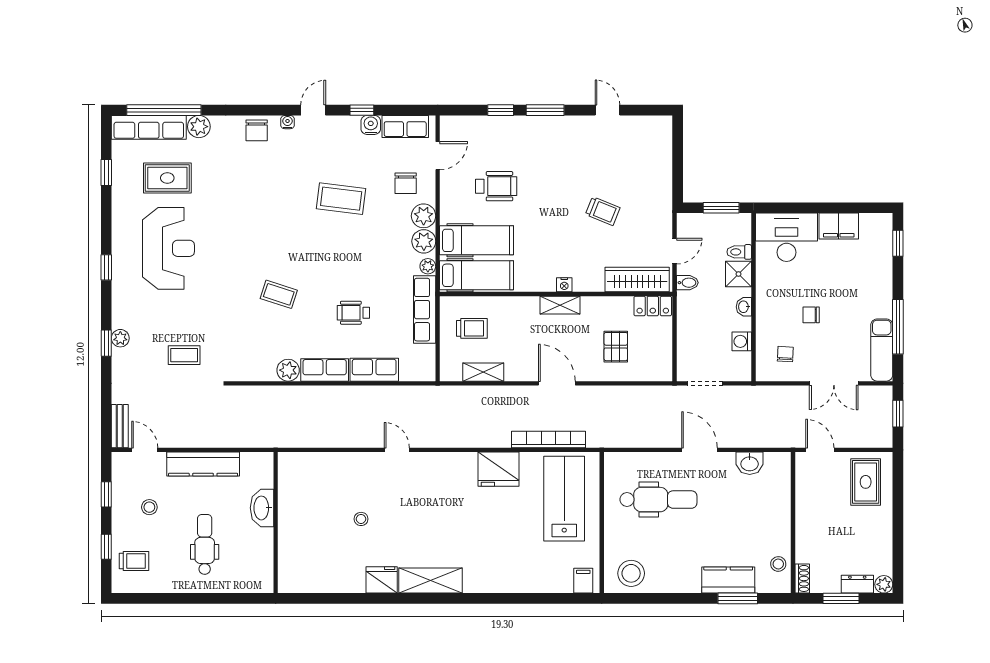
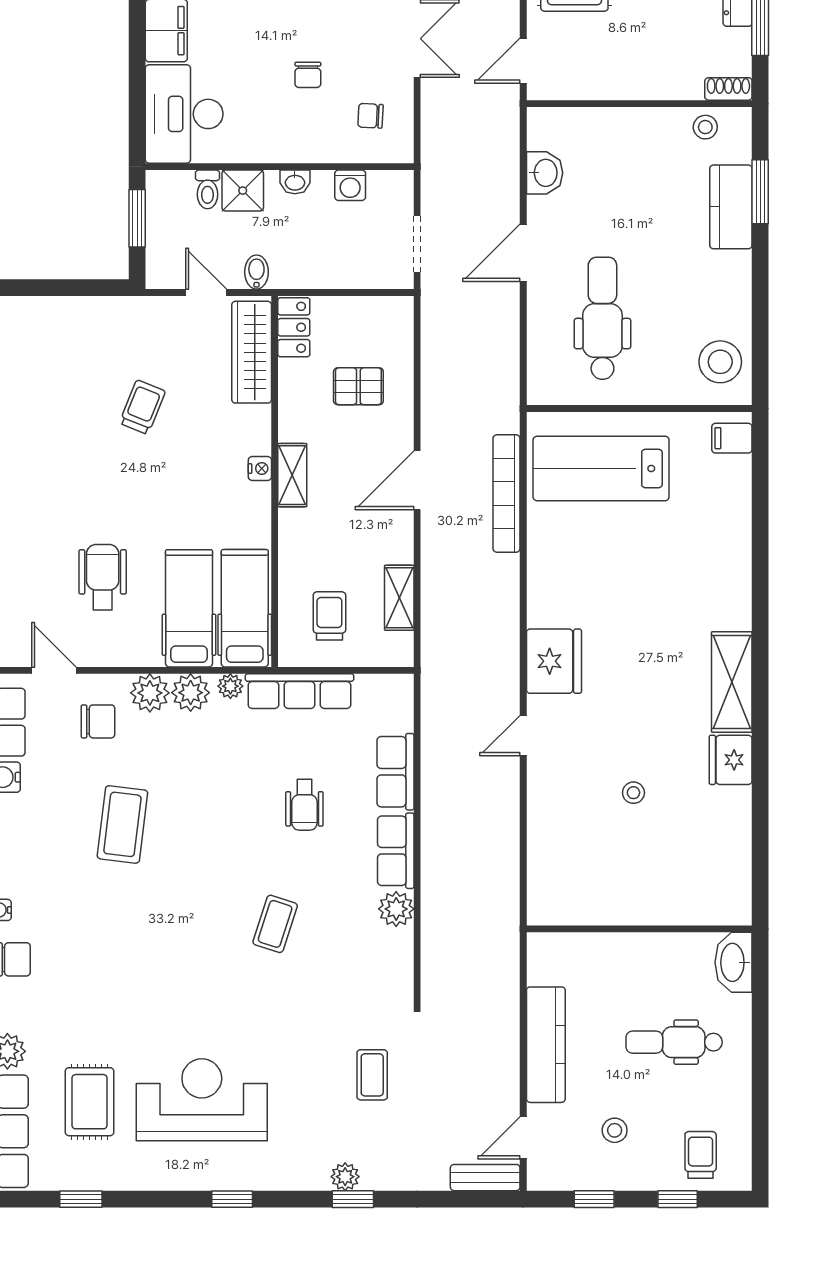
fridge: (498, 469) -> (554, 661), moved
washbasin: (262, 508) -> (734, 962), moved, turned 90

